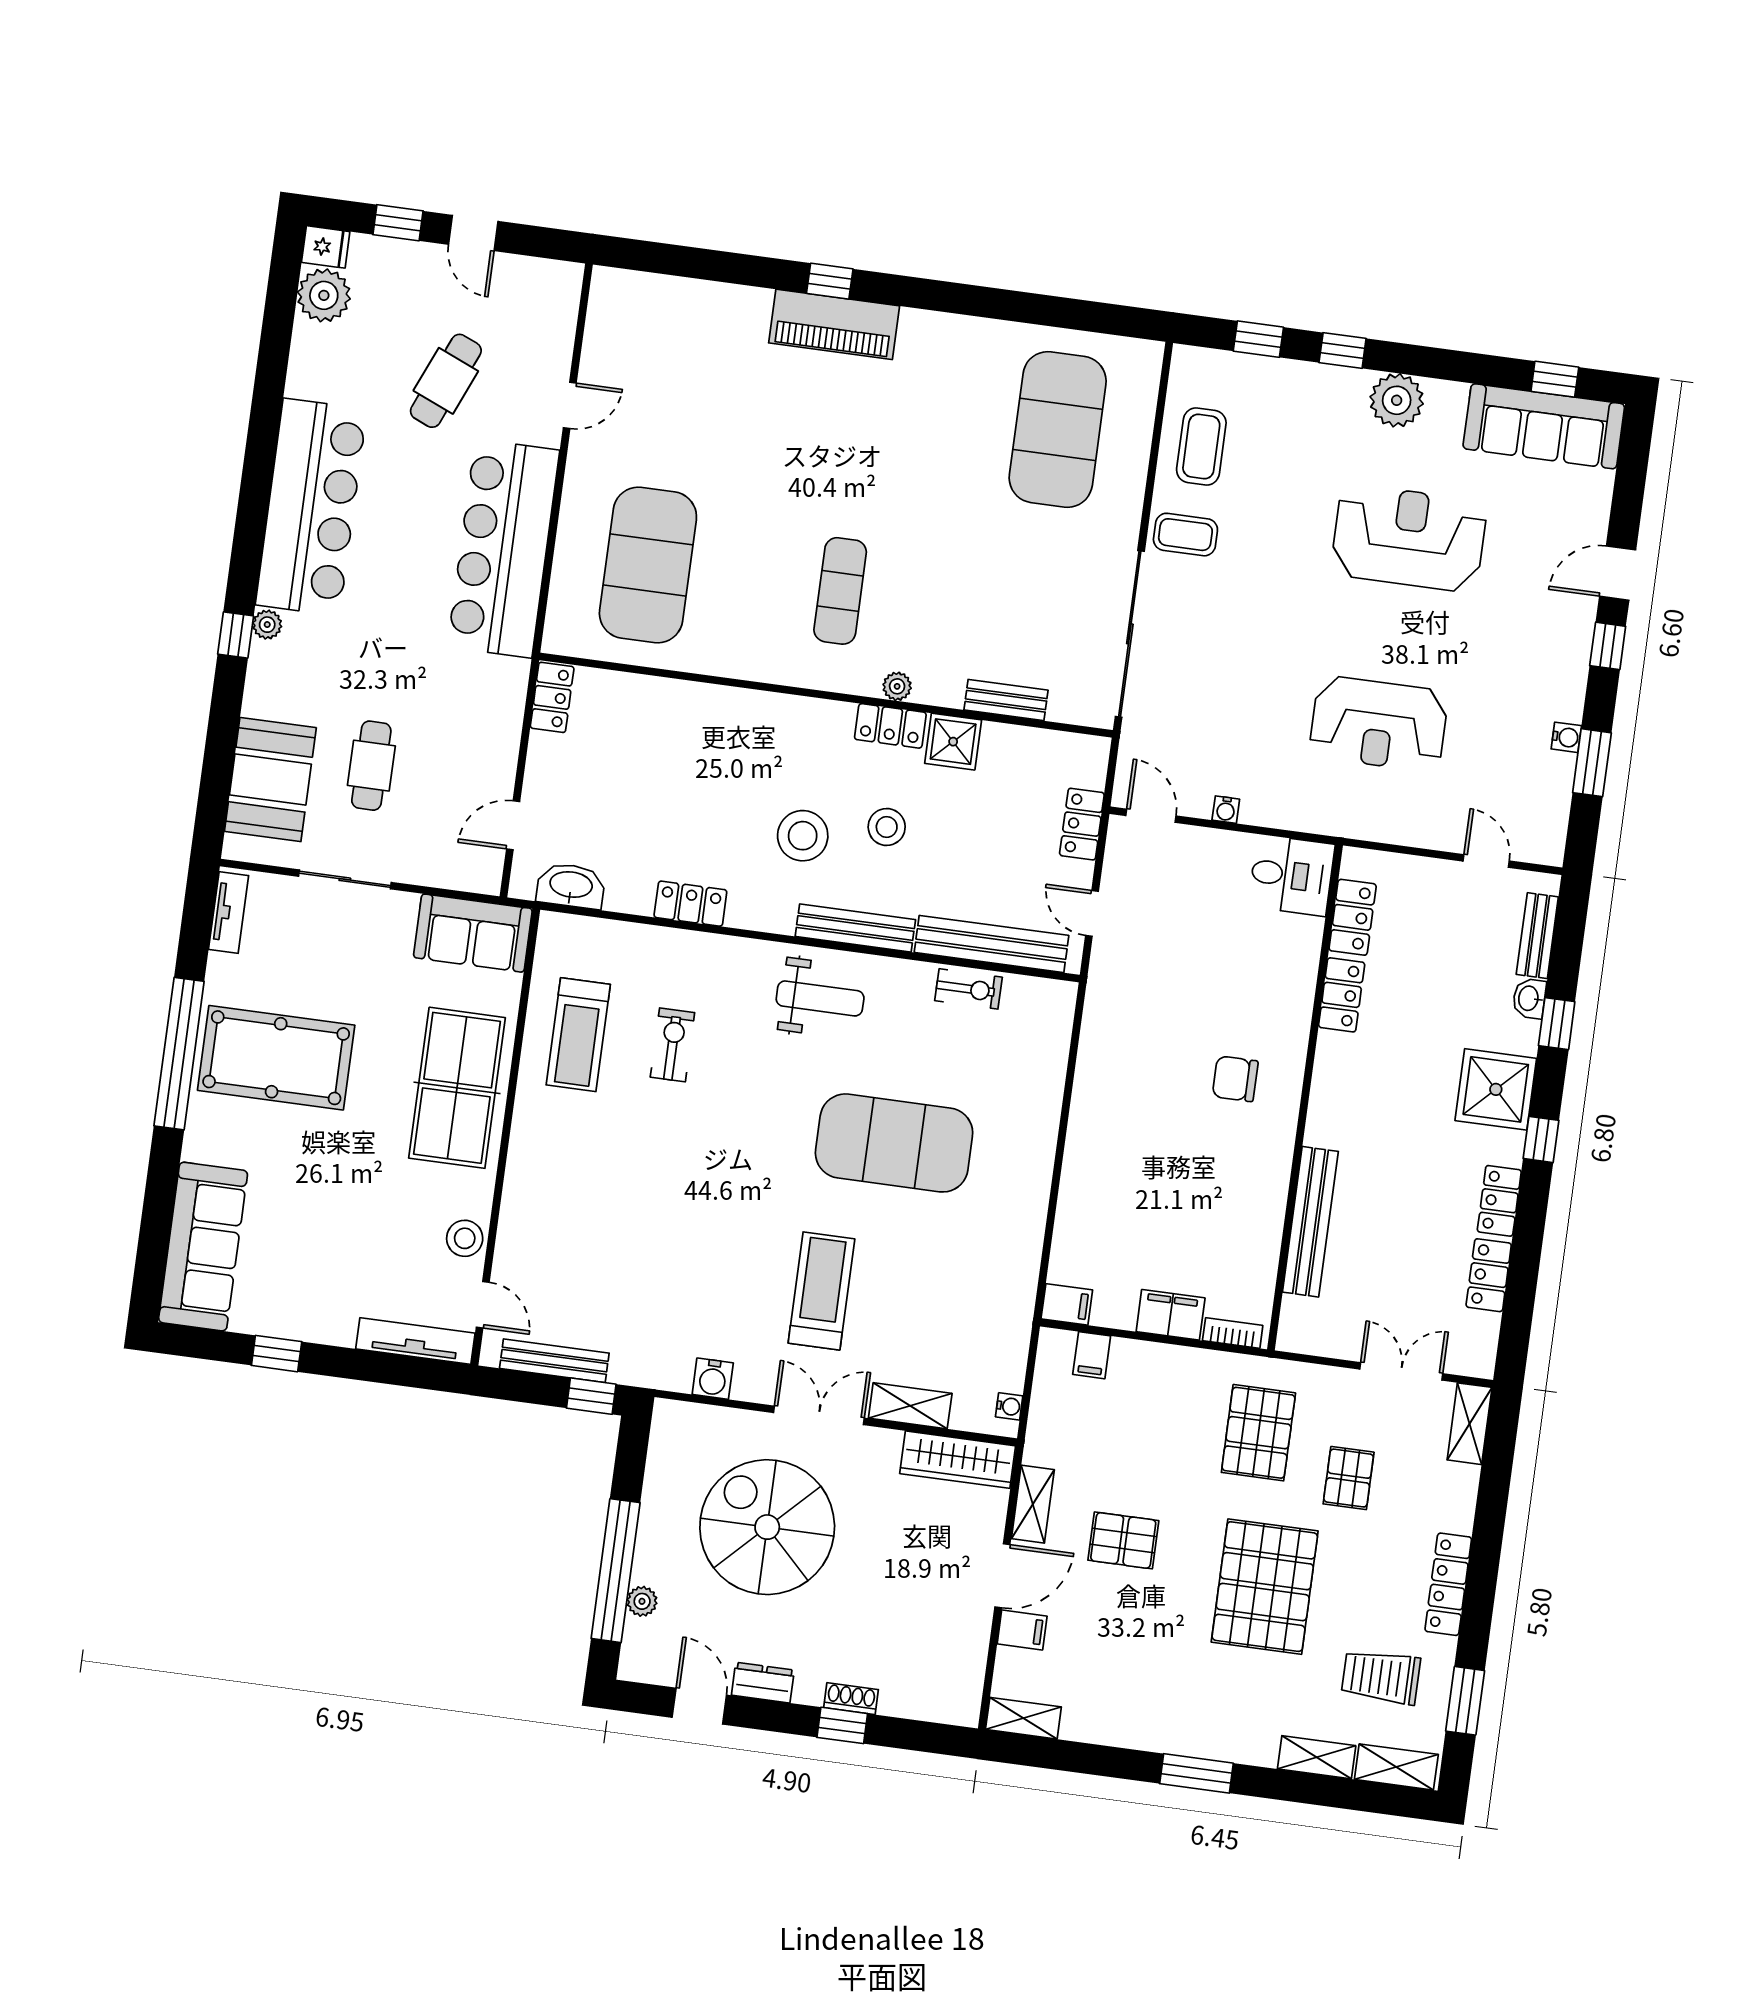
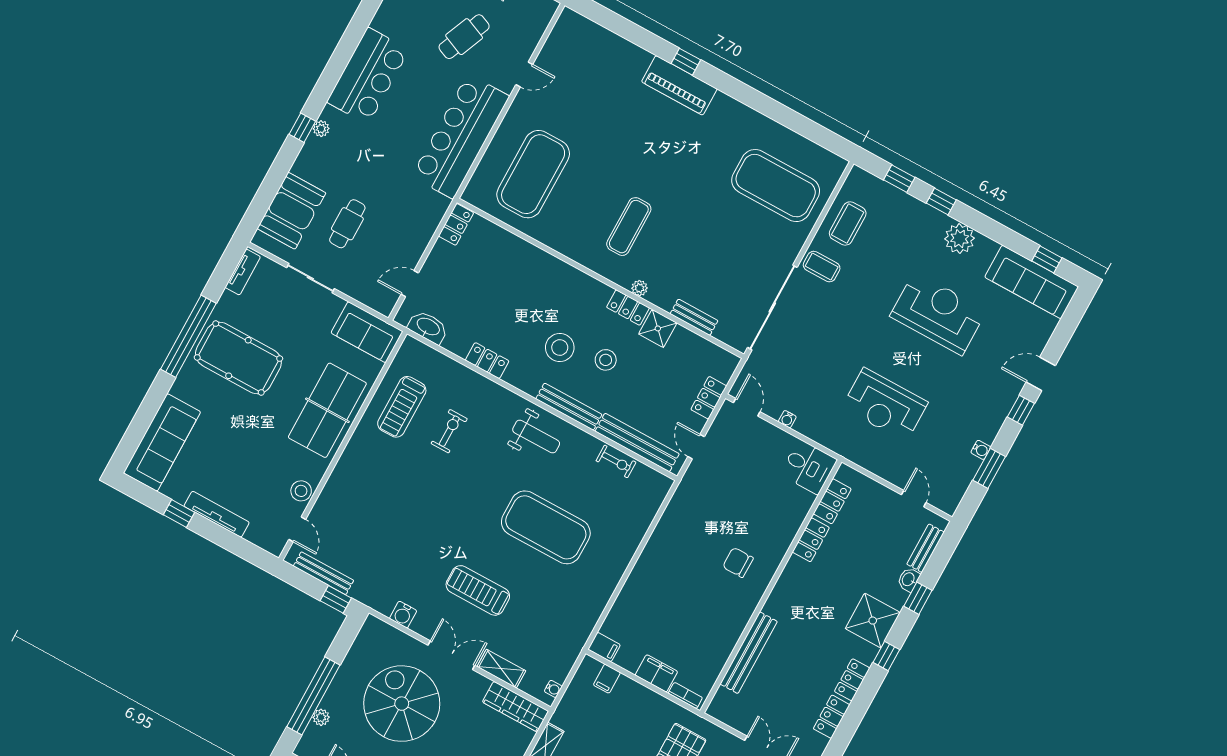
exercise mat: (1058, 429) -> (776, 186), turned 90
bar counter: (311, 507) -> (368, 76), width x0.73
treadmill: (821, 1291) -> (478, 590), turned -90
tv unit: (415, 1341) -> (217, 514), moved

